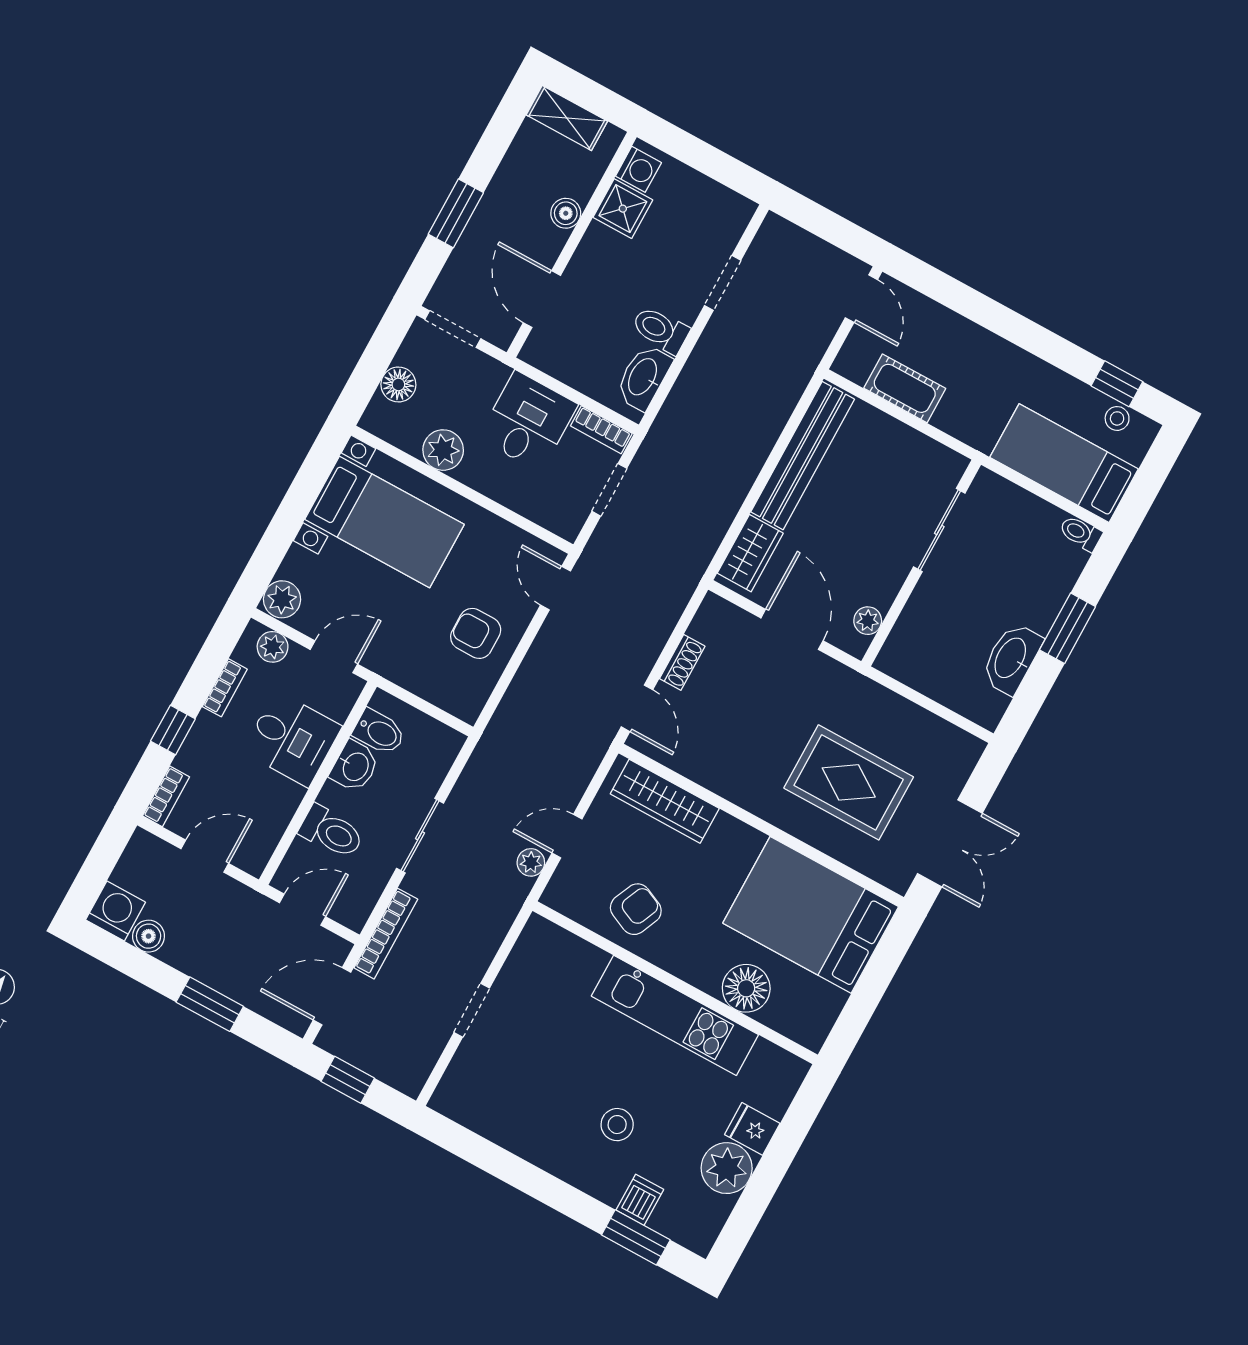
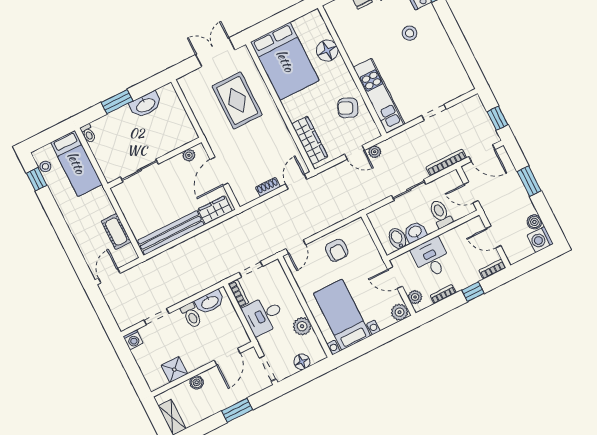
washing machine: (638, 169) -> (133, 340), moved, turned 180
kitchen unit: (675, 1015) -> (379, 96), moved

